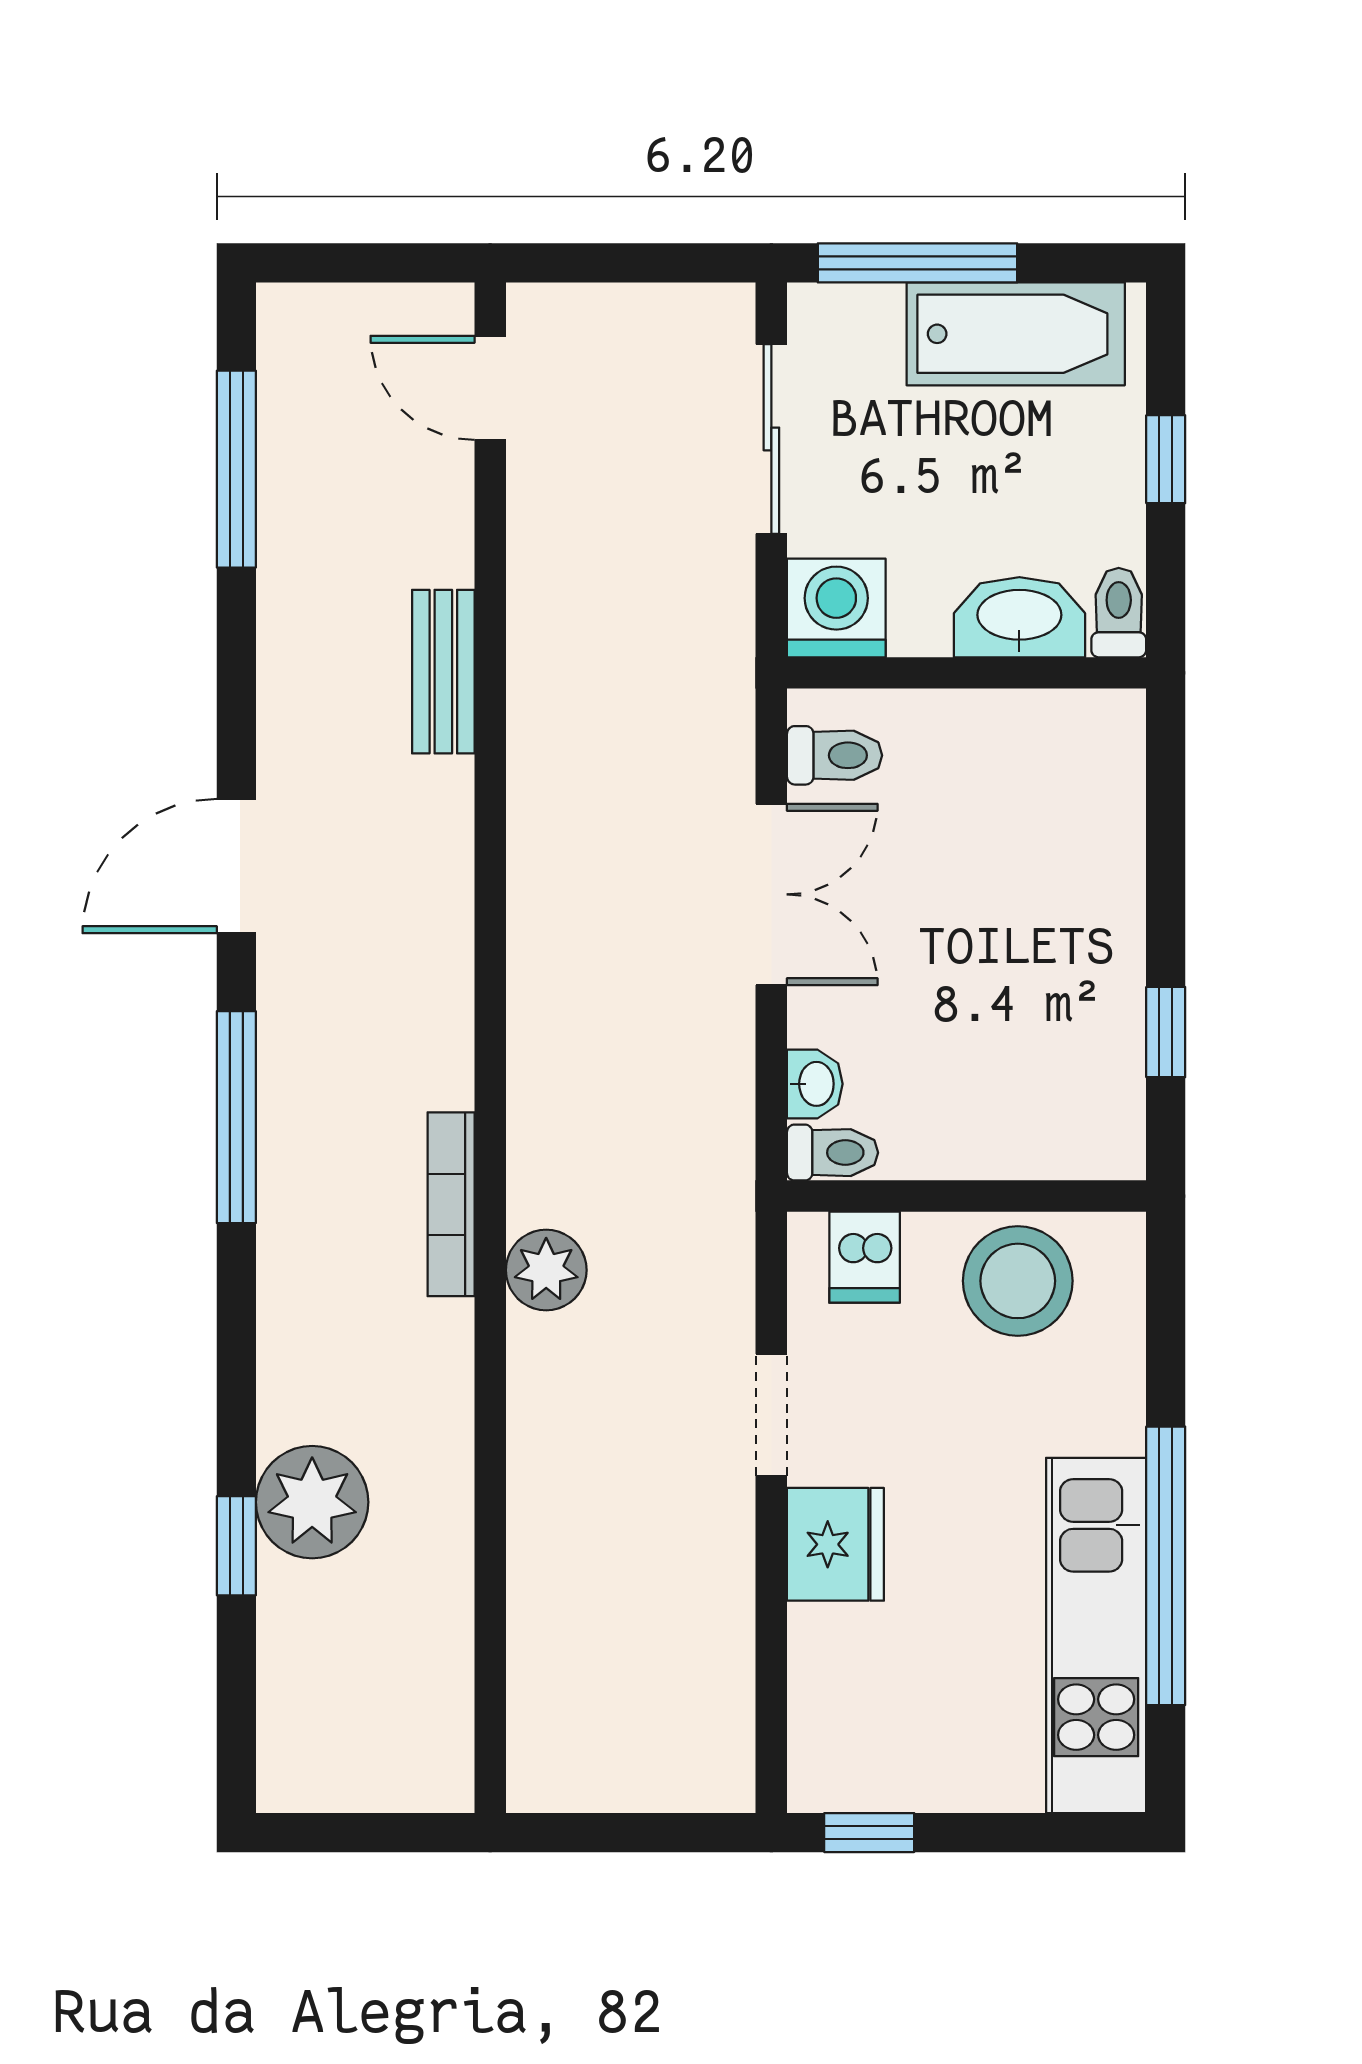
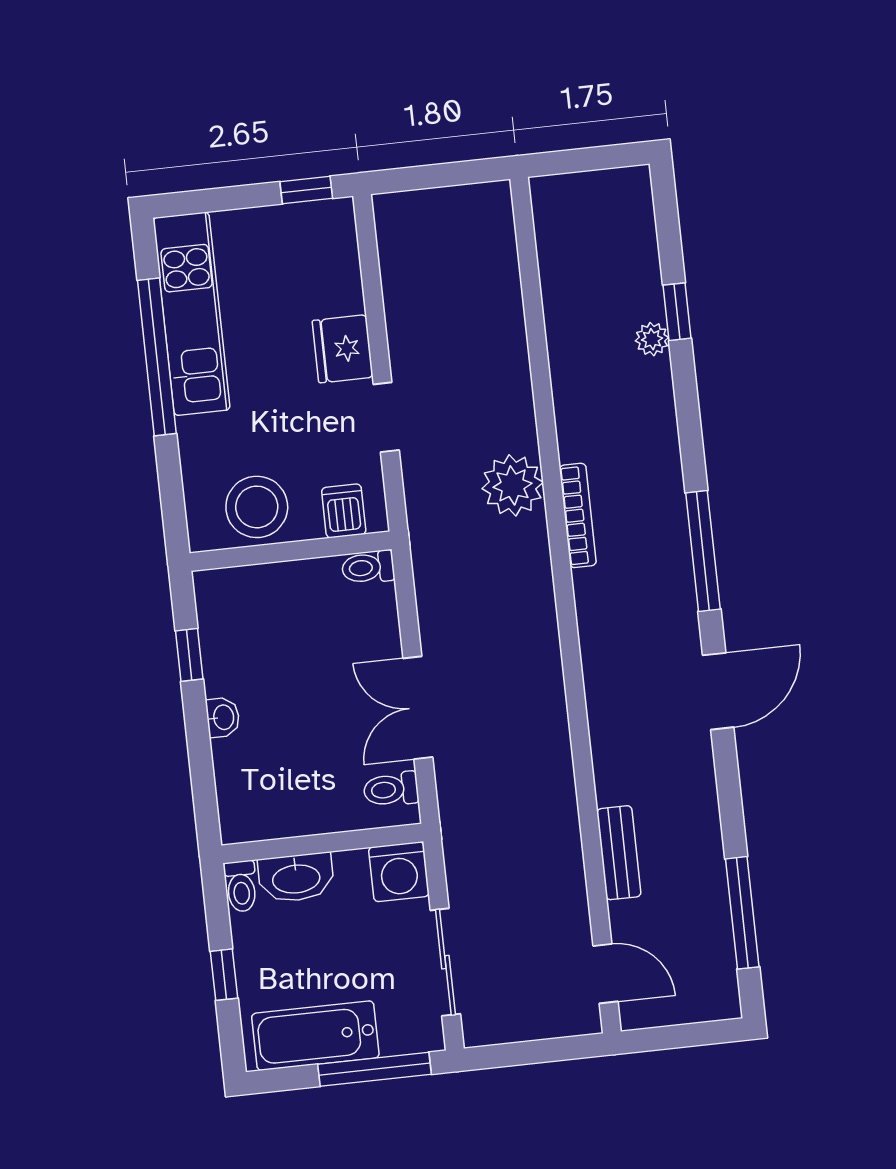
bench: (443, 672) -> (619, 853), moved
washbasin: (815, 1084) -> (223, 717), moved, turned 180
plant: (546, 1270) -> (513, 485), width x1.36, depth x1.36
plant: (312, 1502) -> (652, 339), width x0.53, depth x0.53

